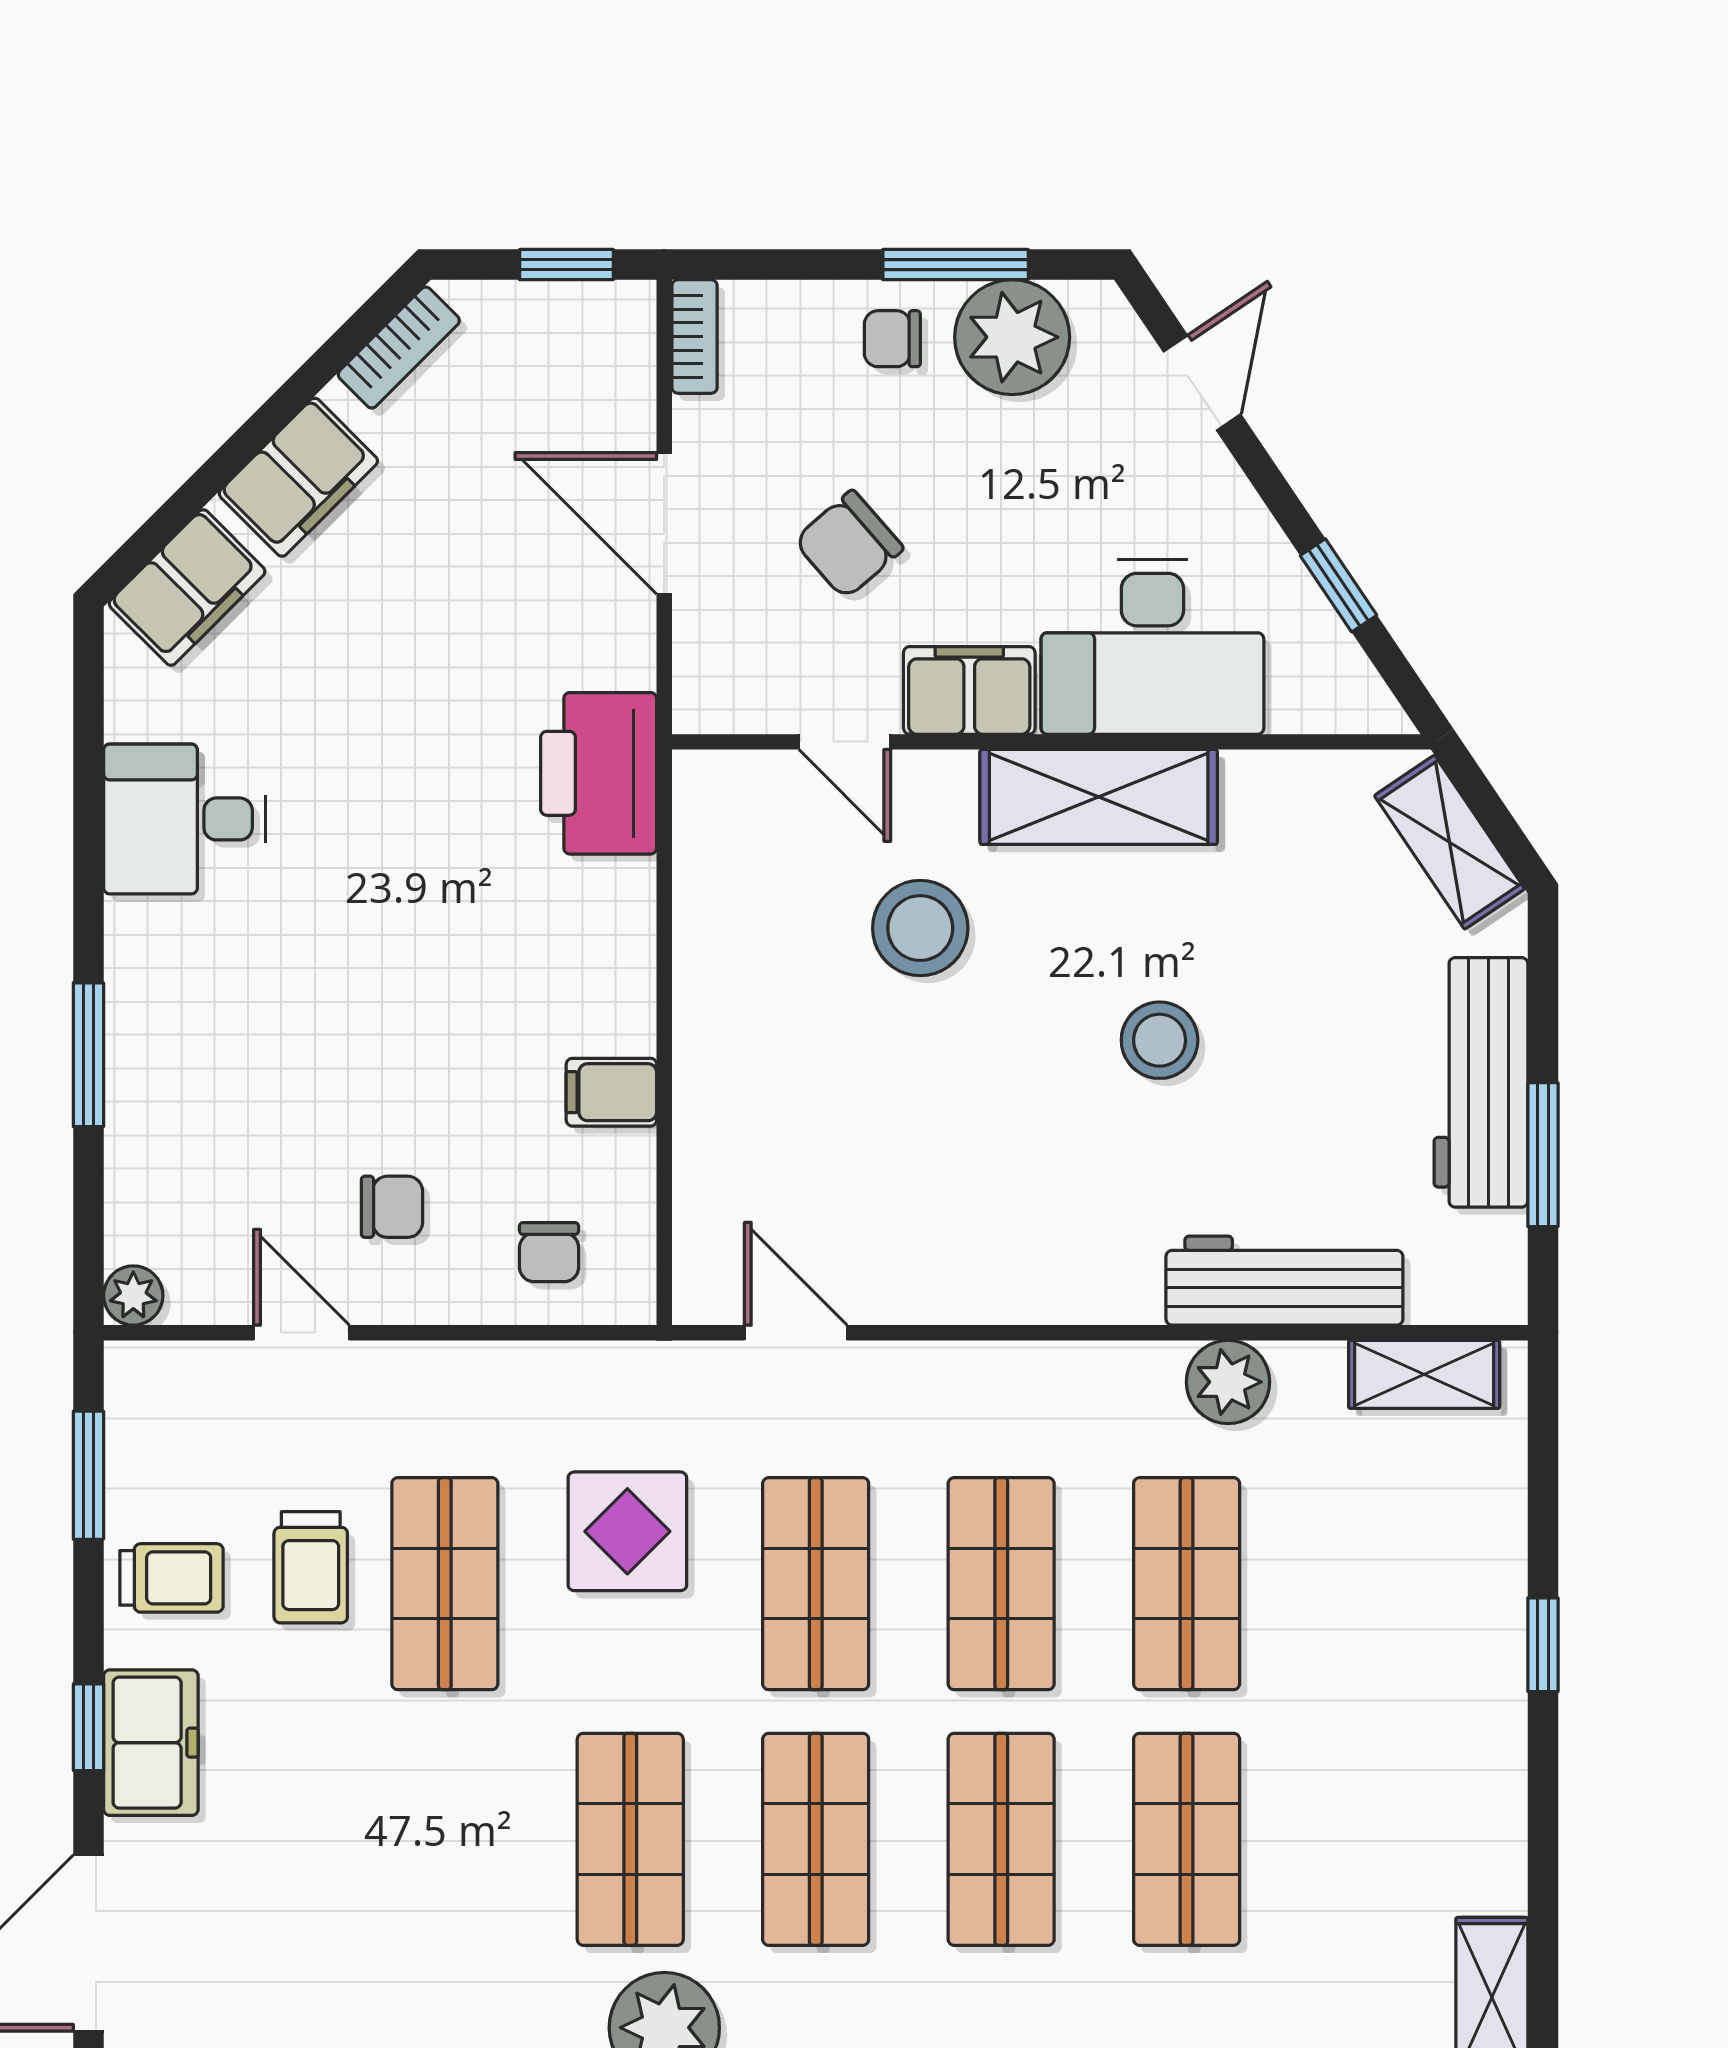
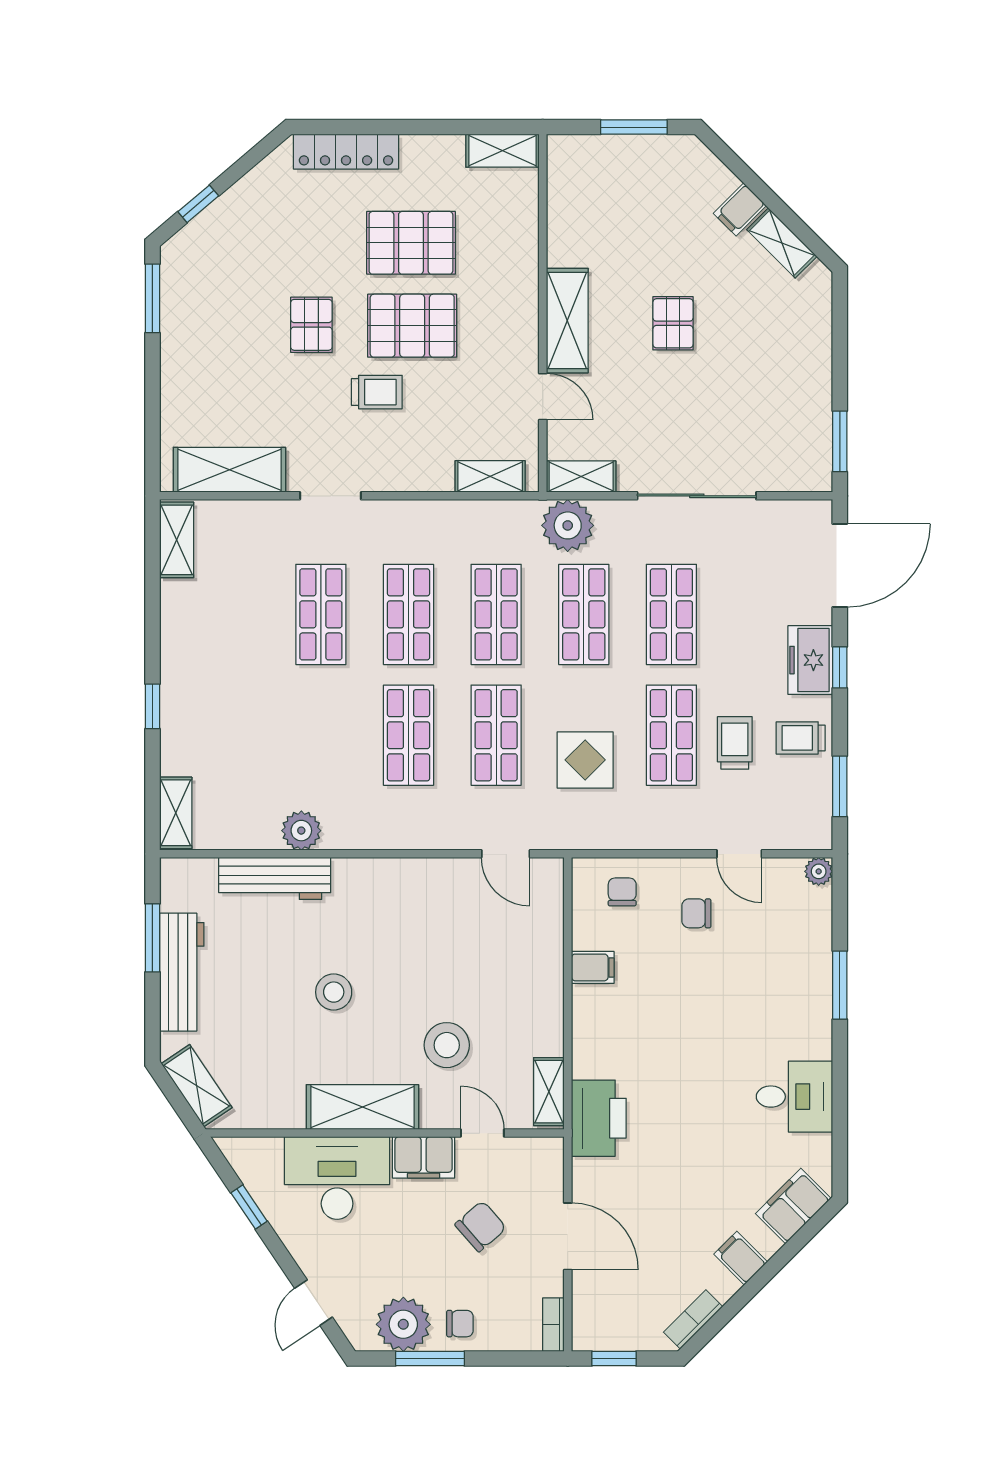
filing cabinet: (298, 477) -> (741, 1258), width x0.50
shelving: (704, 829) -> (549, 1092), added
shelving: (1424, 1374) -> (176, 813), moved, turned 90
shop shelf: (1187, 1584) -> (671, 614), moved

